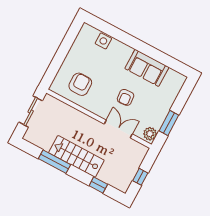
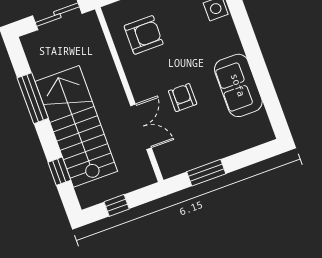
armchair: (126, 97) -> (183, 98), turned 94
plant: (150, 134) -> (173, 165), removed
stairs: (76, 156) -> (76, 126), width x1.36, depth x1.51

